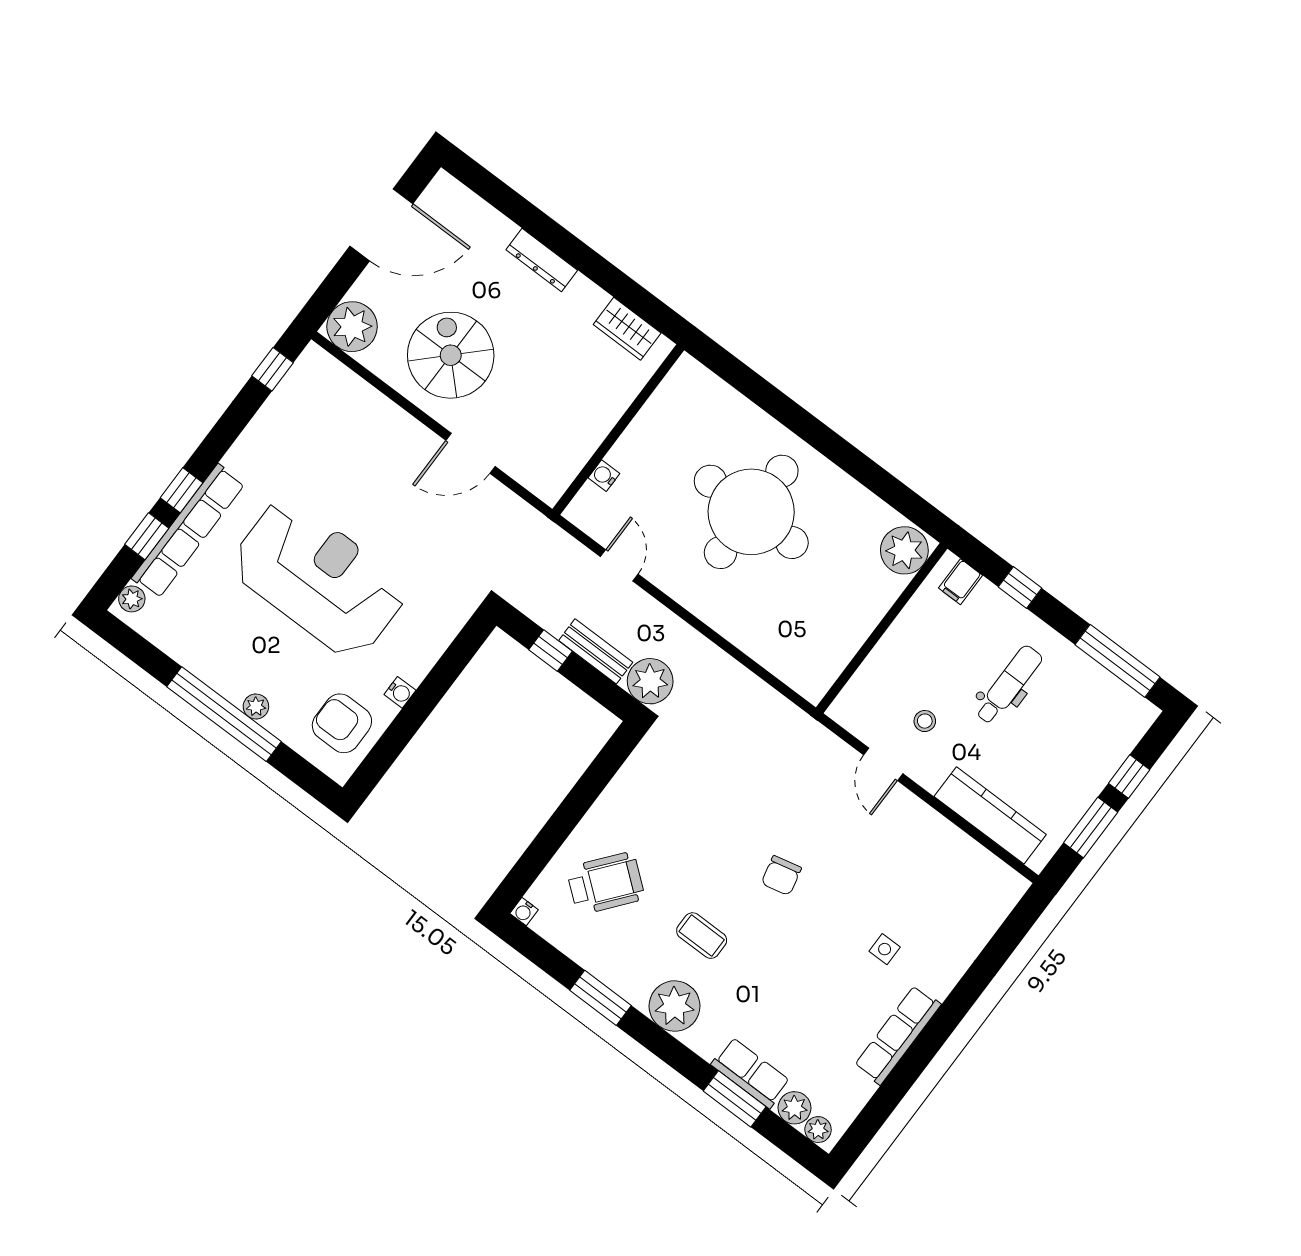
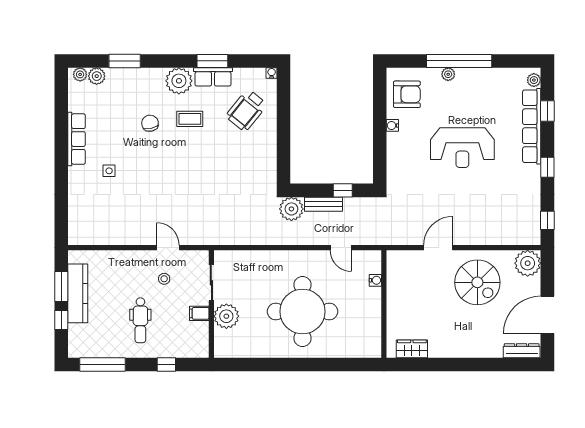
dresser: (542, 260) -> (522, 351), moved
window: (181, 490) -> (547, 167), moved
plant: (904, 550) -> (226, 316), moved
reception desk: (319, 578) -> (462, 148), width x0.74, depth x0.77
filing cabinet: (961, 582) -> (199, 313), moved, turned -90
sliding door: (857, 661) -> (211, 283), added
kitchen counter: (990, 815) -> (78, 293), moved, turned -90
chair: (781, 876) -> (150, 123), moved
row of seats: (751, 1073) -> (213, 77), moved

